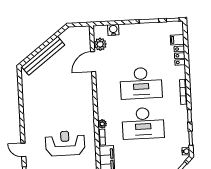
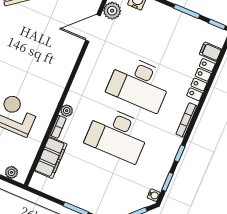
locker: (180, 56) -> (201, 80), width x1.53

